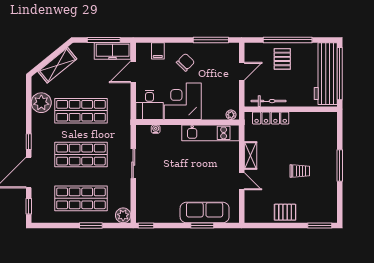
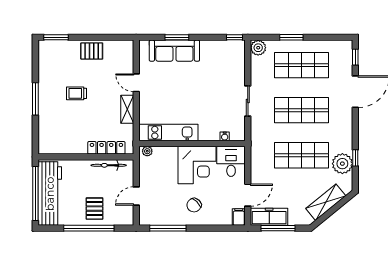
filing cabinet: (158, 51) -> (239, 217), moved
window: (29, 142) -> (355, 158), moved

